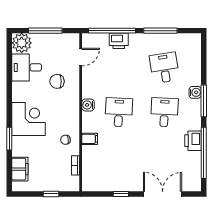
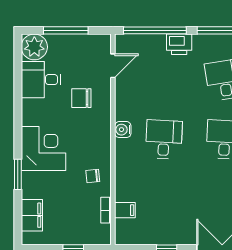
printer: (119, 41) -> (179, 44), moved
filing cabinet: (90, 139) -> (125, 210), moved

